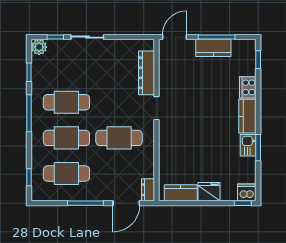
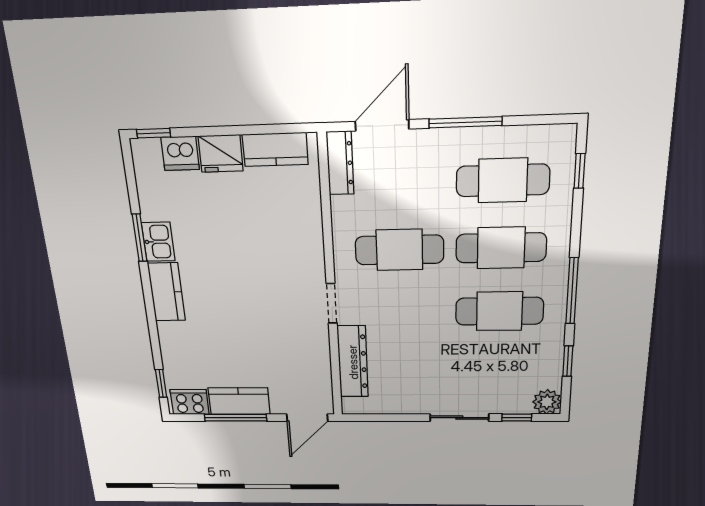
cooker: (248, 87) -> (190, 402), moved, turned -90
dresser: (148, 190) -> (340, 163), width x1.44
dishwasher: (247, 192) -> (180, 153), moved

